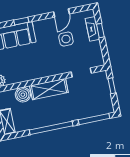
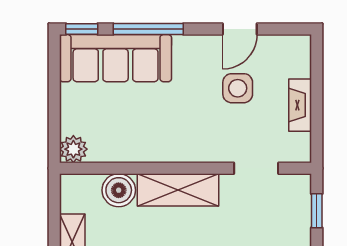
window: (21, 21) -> (148, 29), width x2.17
fireplace: (92, 29) -> (300, 105), moved
window: (100, 31) -> (317, 85), removed

